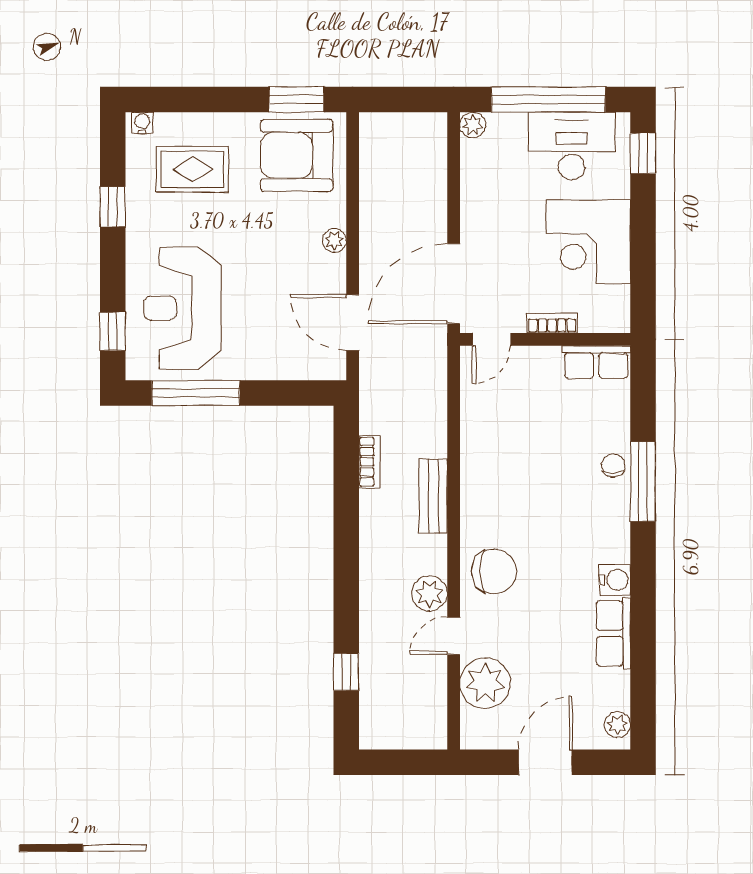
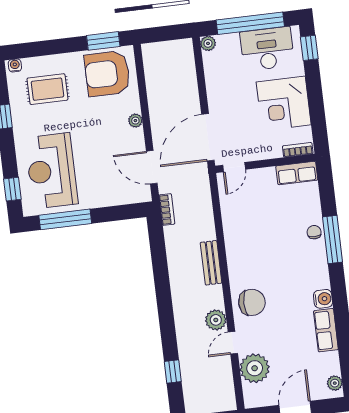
bookcase: (552, 323) -> (298, 150), moved
bookcase: (369, 462) -> (167, 210), moved

